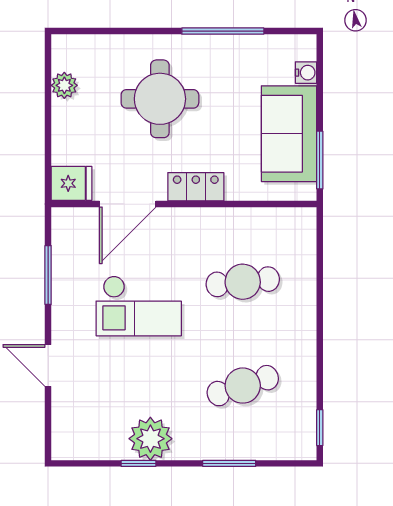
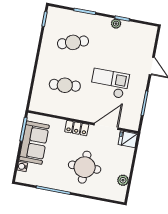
plant: (150, 439) -> (116, 24), width x0.53, depth x0.53

